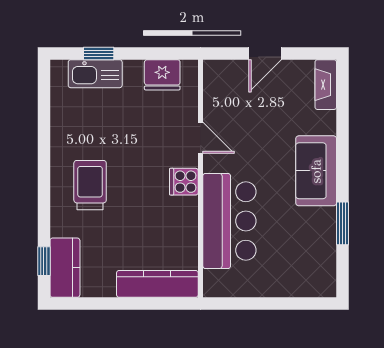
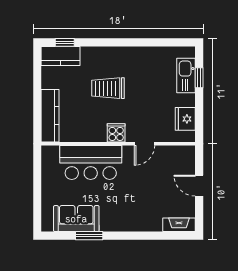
sofa: (316, 171) -> (76, 219), moved
trolley: (90, 185) -> (108, 88), moved, turned 180

